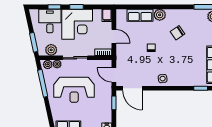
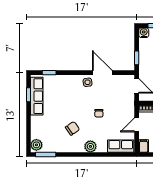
row of seats: (140, 15) -> (121, 146), moved
door: (114, 36) -> (137, 125), hinge flipped
door: (132, 88) -> (102, 73), moved

